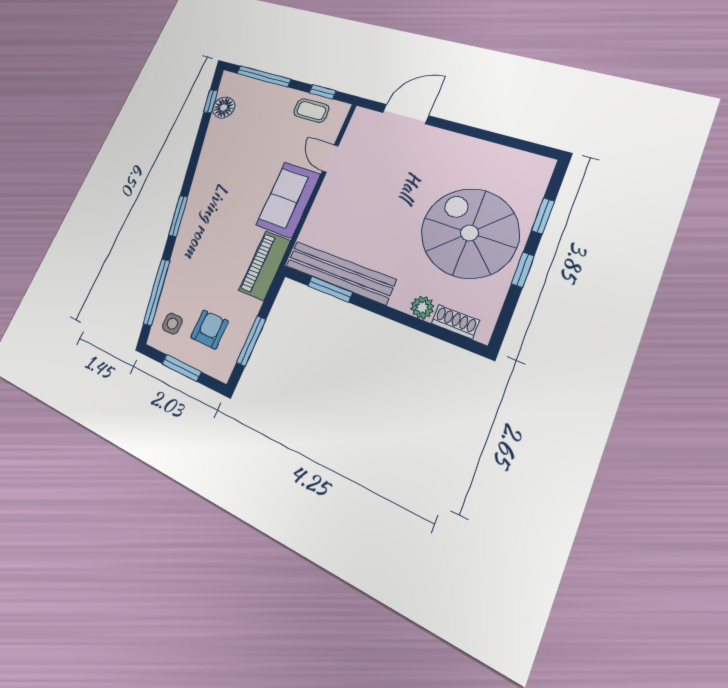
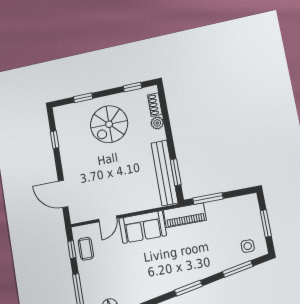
window: (499, 139) -> (55, 140), added
spiral stairs: (469, 233) -> (109, 124), width x0.73, depth x0.73
window: (523, 270) -> (133, 87), moved
window: (157, 292) -> (238, 269), width x0.69
armchair: (209, 329) -> (236, 222), removed
window: (251, 341) -> (208, 198), moved

